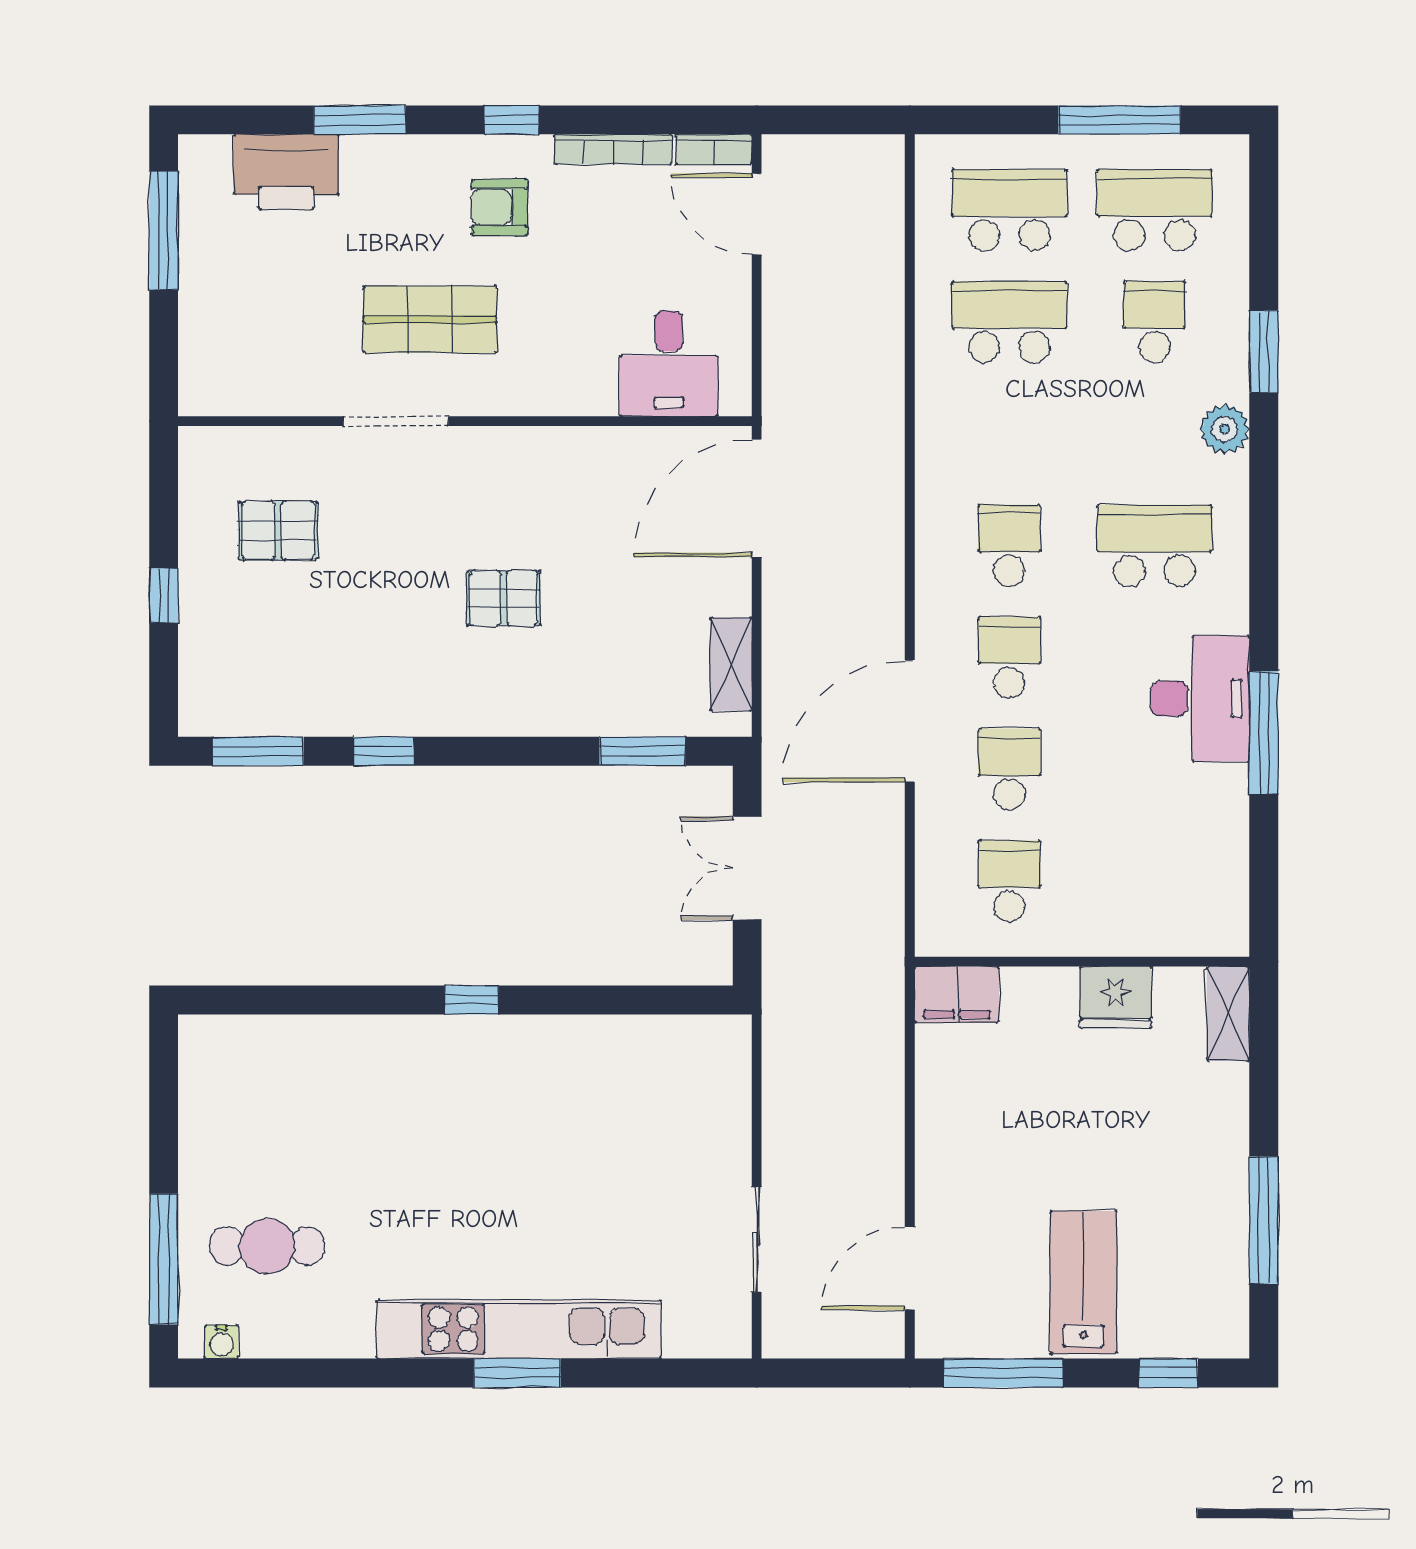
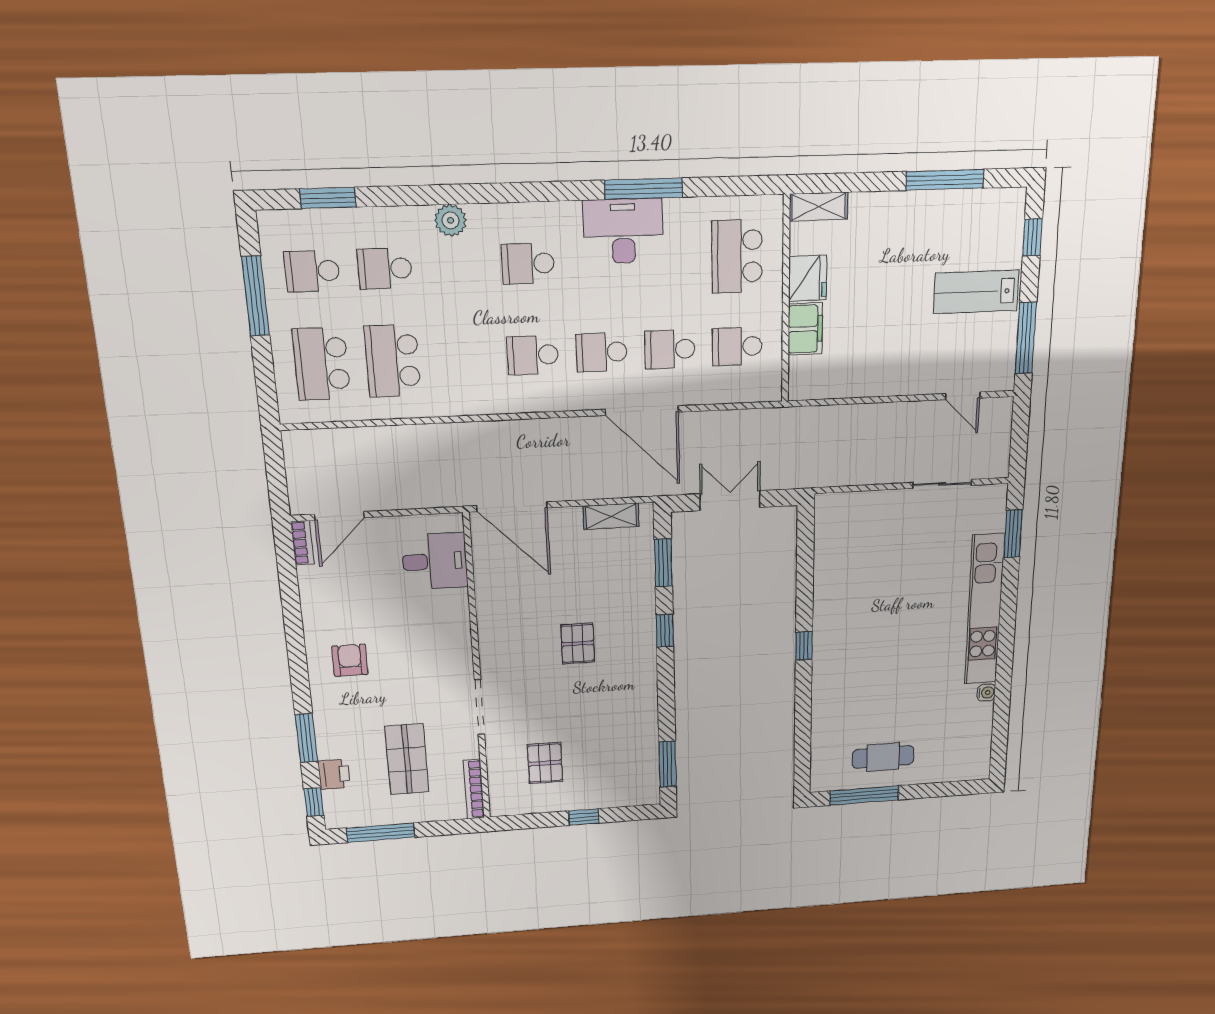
window: (512, 120) -> (314, 802), moved
bookcase: (613, 149) -> (474, 789), moved, turned 180
printer: (286, 172) -> (334, 774), width x0.53, depth x0.68
armchair: (499, 207) -> (350, 660), turned 180
school desk: (1155, 210) -> (312, 271), width x0.54
shop shelf: (430, 319) -> (407, 759), moved
window: (1264, 351) -> (328, 198), moved
school desk: (1155, 546) -> (528, 264), width x0.54
window: (384, 751) -> (665, 631), moved
double door: (747, 868) -> (730, 501), swing flipped
school desk: (1155, 881) -> (737, 256), added
filing cabinet: (957, 995) -> (805, 329), moved
cafe table: (267, 1246) -> (883, 757), moved, turned 90
window: (164, 1259) -> (864, 795), moved
door: (910, 1268) -> (963, 396), width x0.73
water cooler: (221, 1342) -> (986, 693), moved
window: (517, 1373) -> (1013, 534), moved

